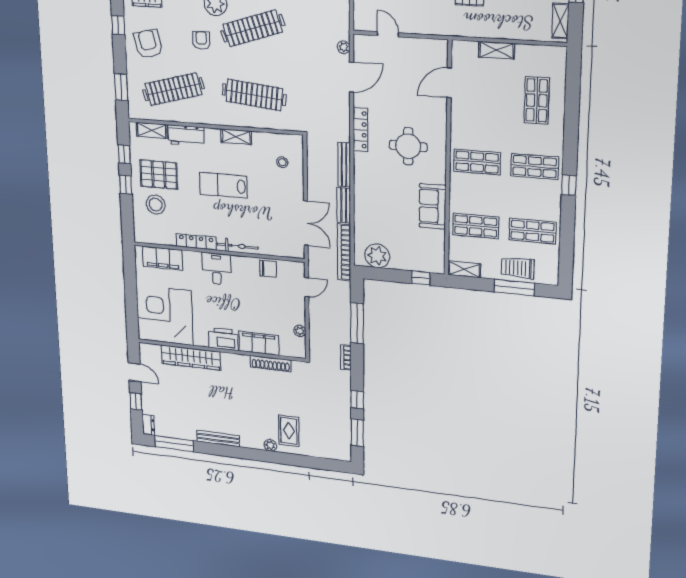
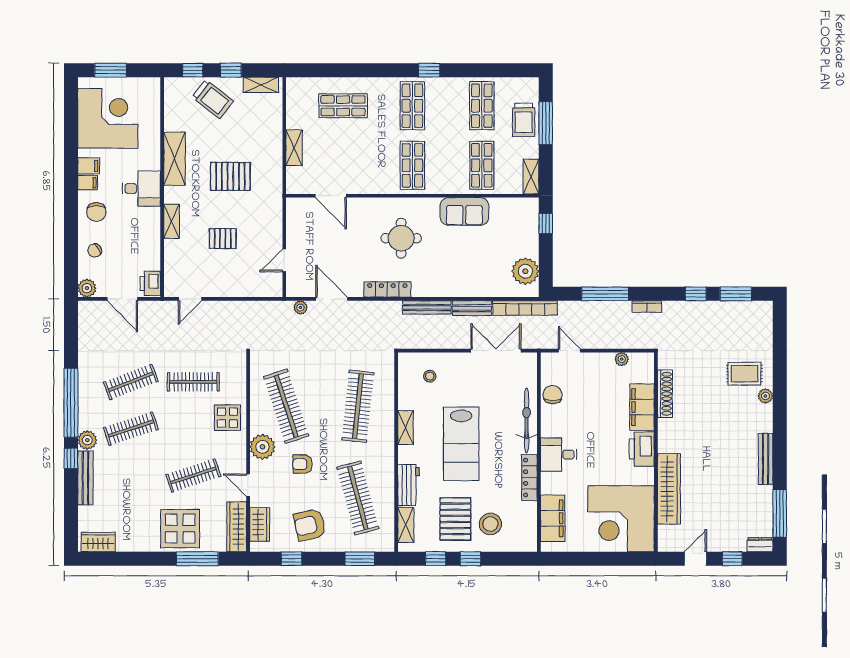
lab bench: (223, 185) -> (461, 444), width x1.36, depth x1.39
bicycle: (238, 246) -> (527, 420), width x1.37, depth x1.40

